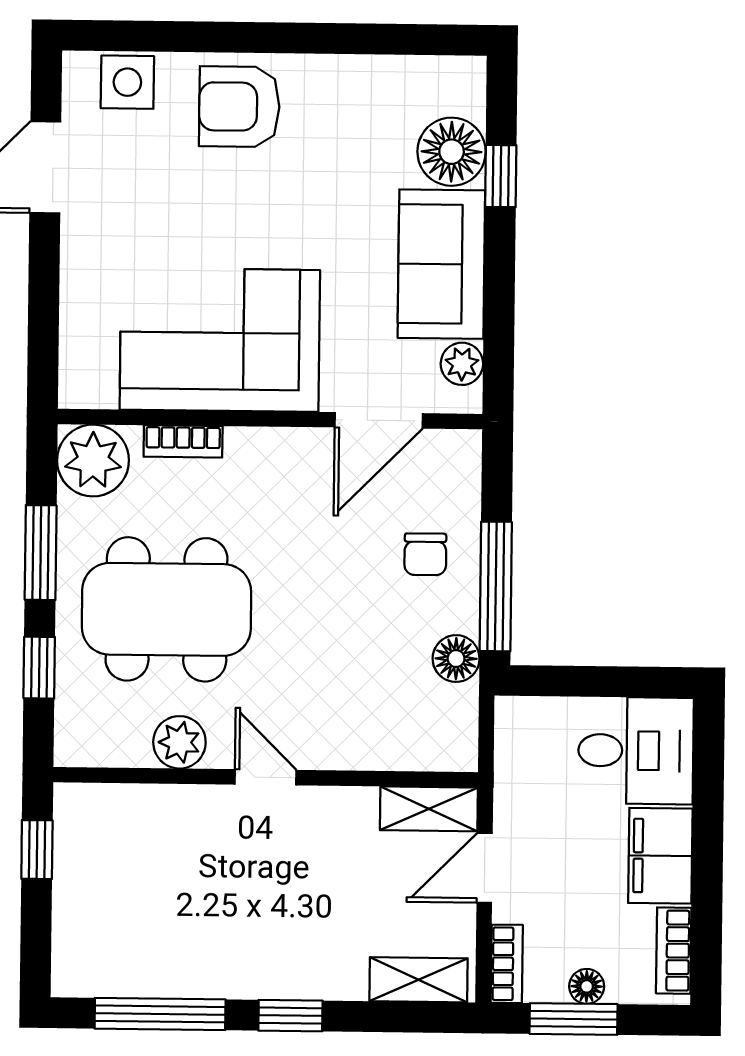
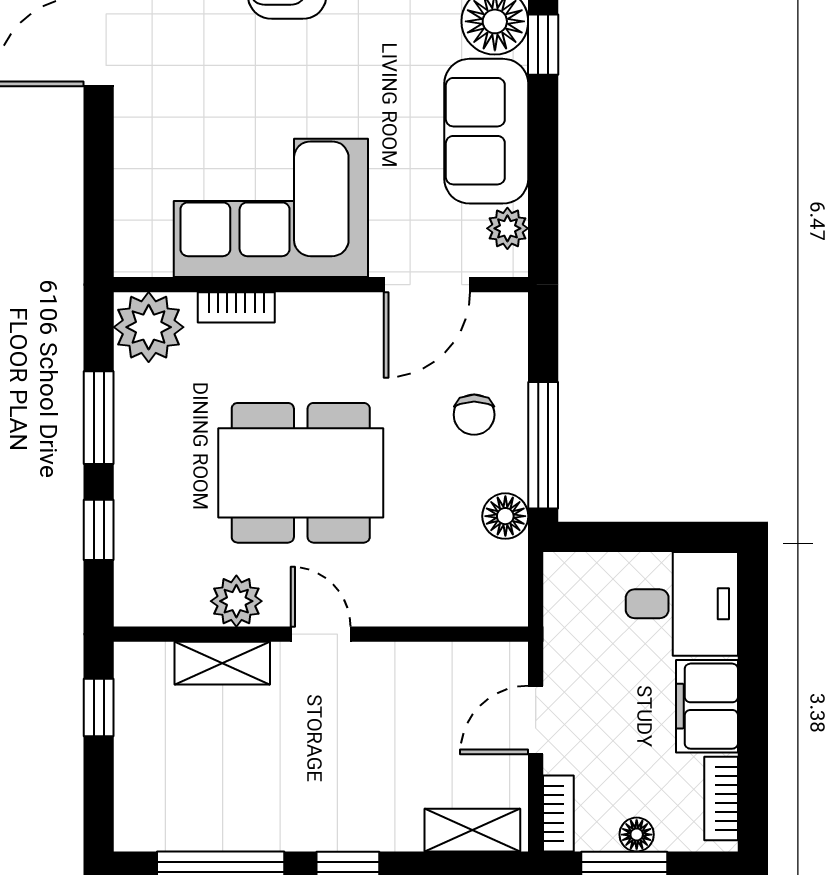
dining table: (167, 609) -> (301, 473), moved
shelving: (429, 809) -> (222, 663), moved

